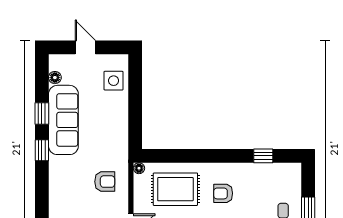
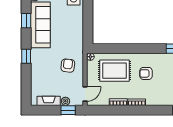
window: (42, 150) -> (26, 56), moved
armchair: (105, 182) -> (68, 66), turned -84

